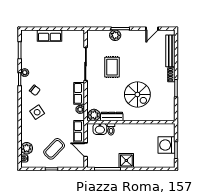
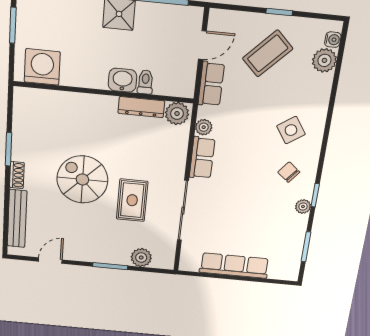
plant: (115, 35) -> (141, 258), moved
row of seats: (49, 36) -> (234, 266), width x1.48
spiral stairs: (137, 94) -> (82, 179), moved
washbasin: (100, 129) -> (122, 80), moved
washing machine: (167, 145) -> (42, 67), moved, turned -90
door: (86, 150) -> (202, 45), hinge flipped

